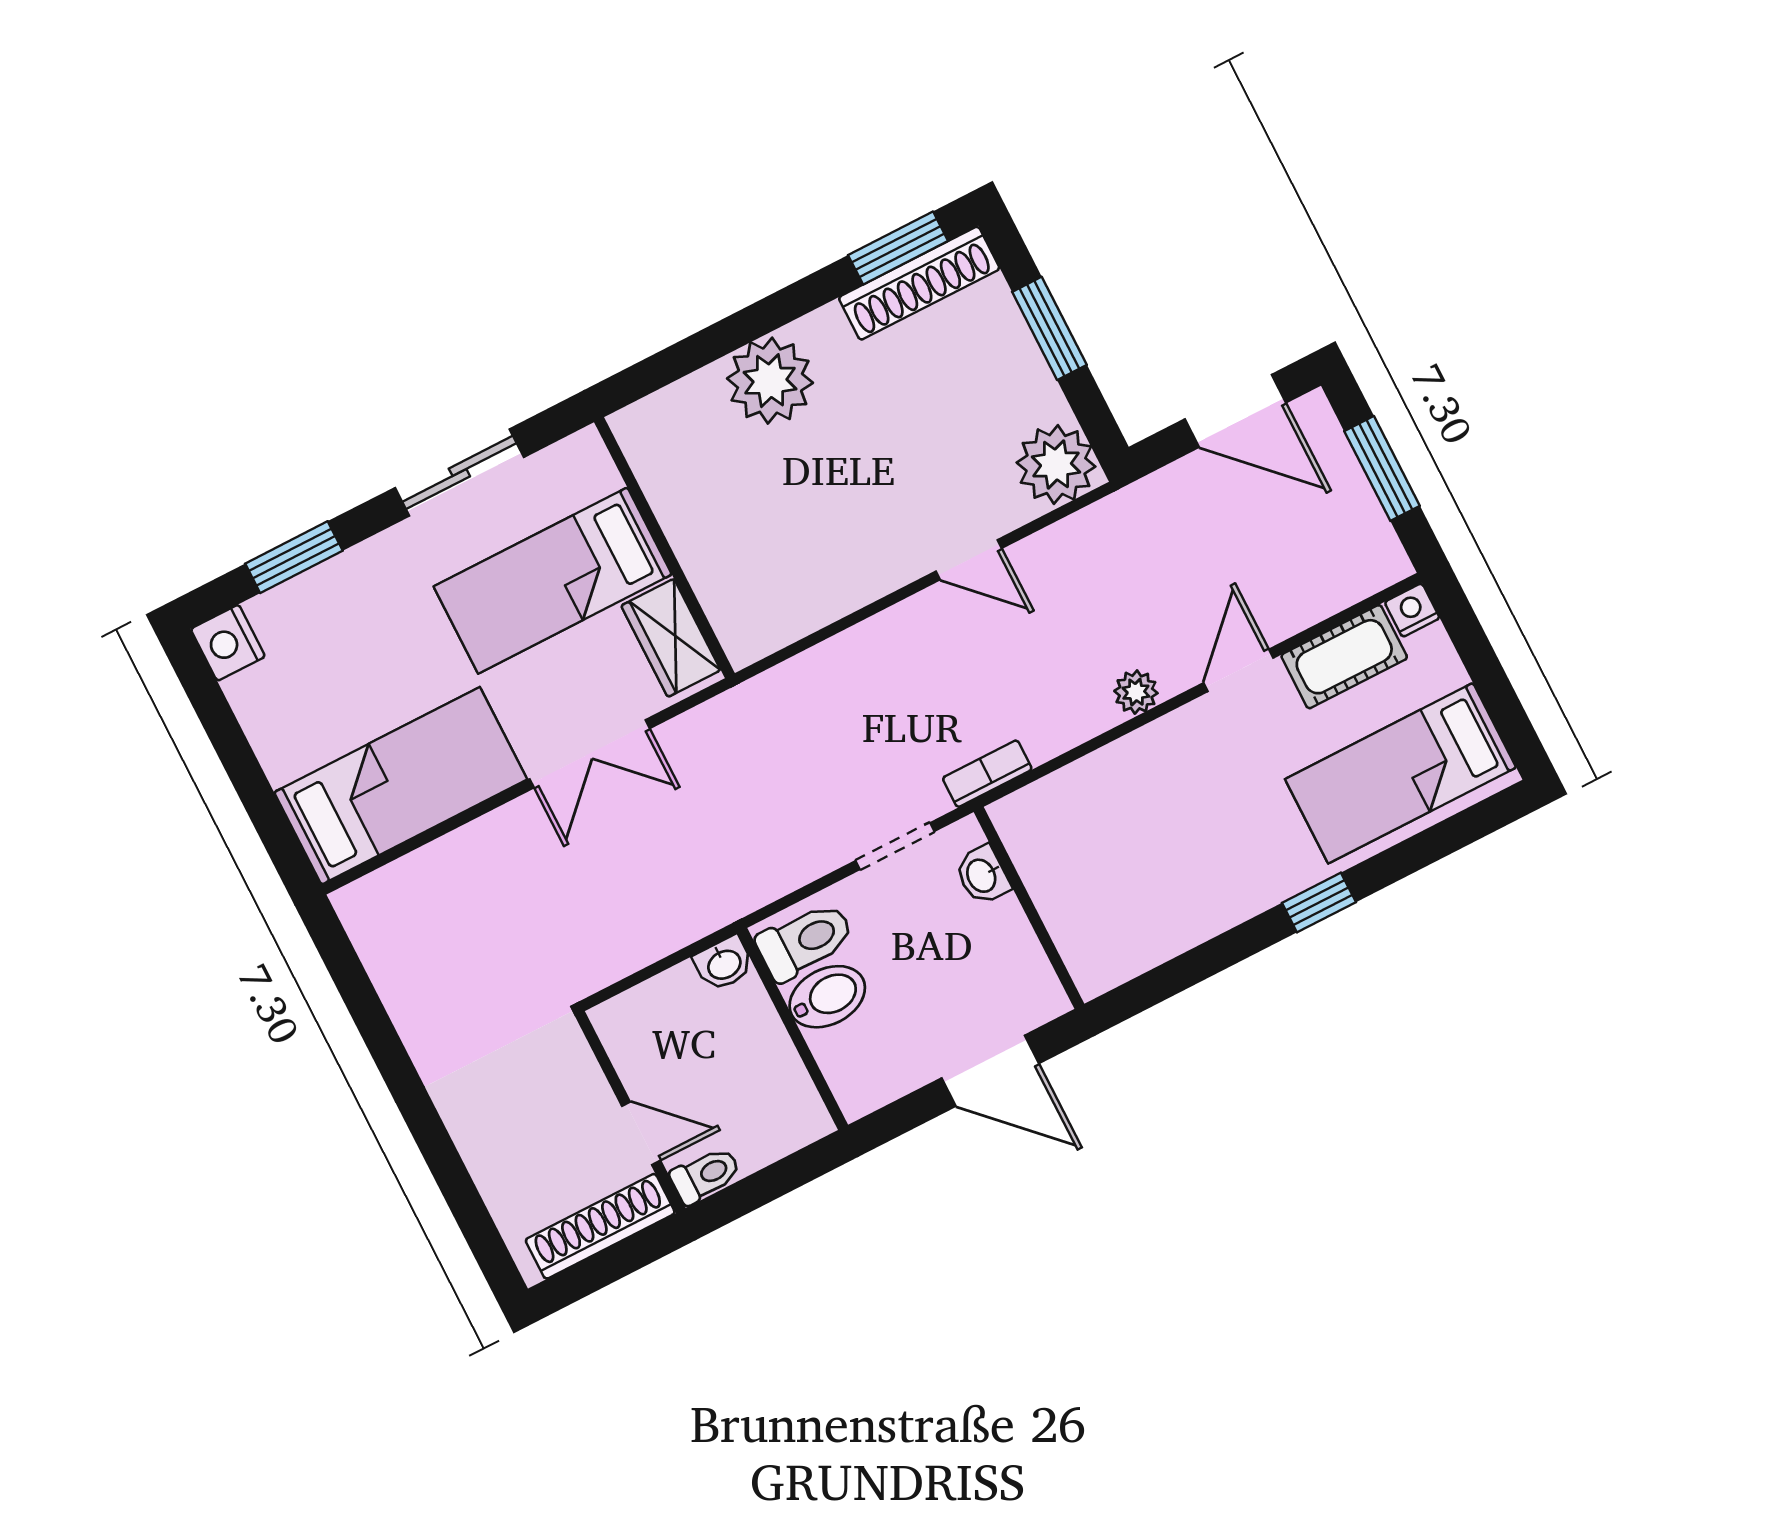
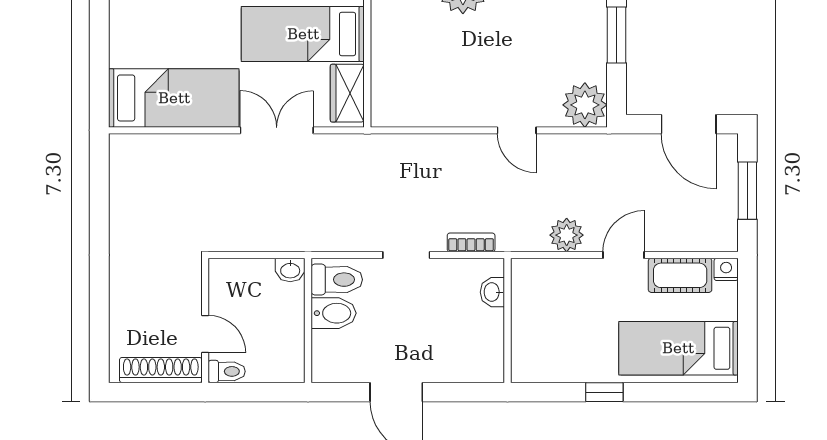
plant: (1136, 692) -> (567, 235), width x1.38, depth x1.38
double door: (590, 754) -> (277, 130), swing flipped
washbasin: (982, 875) -> (492, 292), moved
wall: (1029, 908) -> (507, 320), moved

